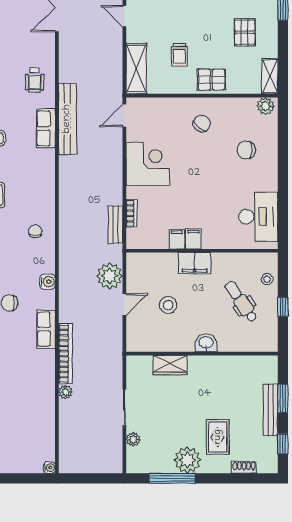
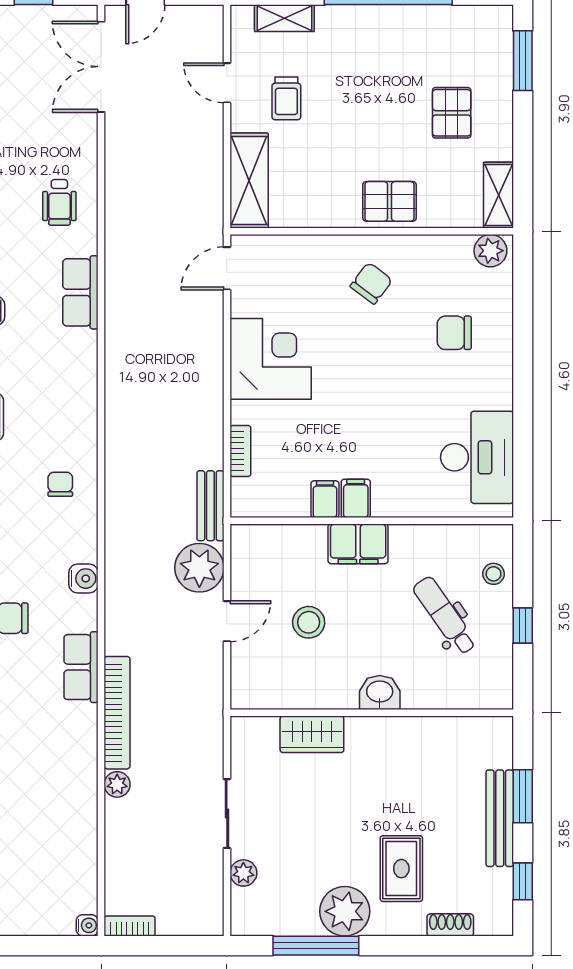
trolley: (179, 55) -> (286, 98), moved
bench: (67, 119) -> (121, 275), removed
bench: (115, 225) -> (210, 506), moved
bookcase: (72, 468) -> (130, 926), added

